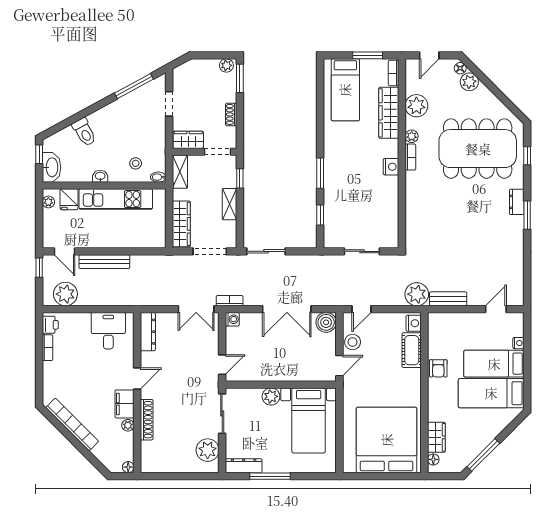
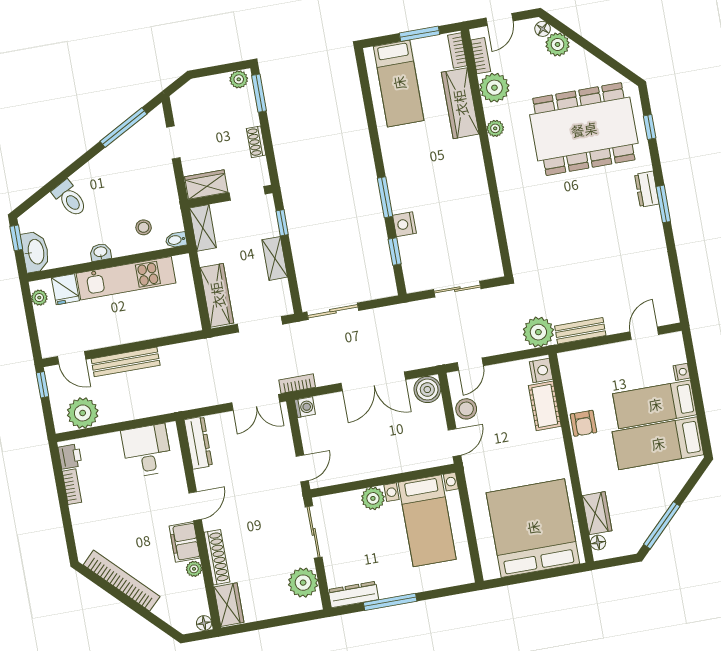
bookcase: (410, 157) -> (481, 56), moved
nightstand: (391, 167) -> (404, 224), moved, turned 180
wardrobe: (149, 457) -> (229, 605), added

